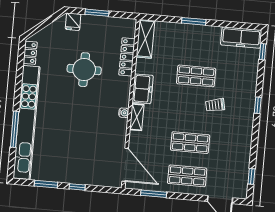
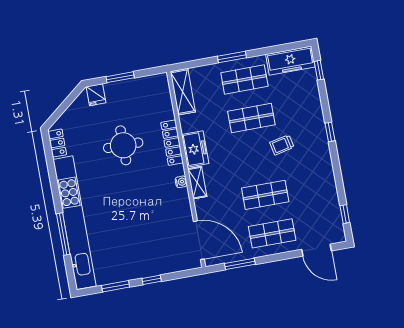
shop shelf: (199, 43) -> (244, 80), added
locker: (127, 57) -> (172, 143), moved

